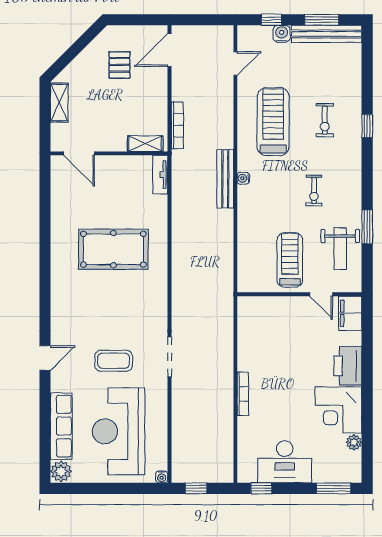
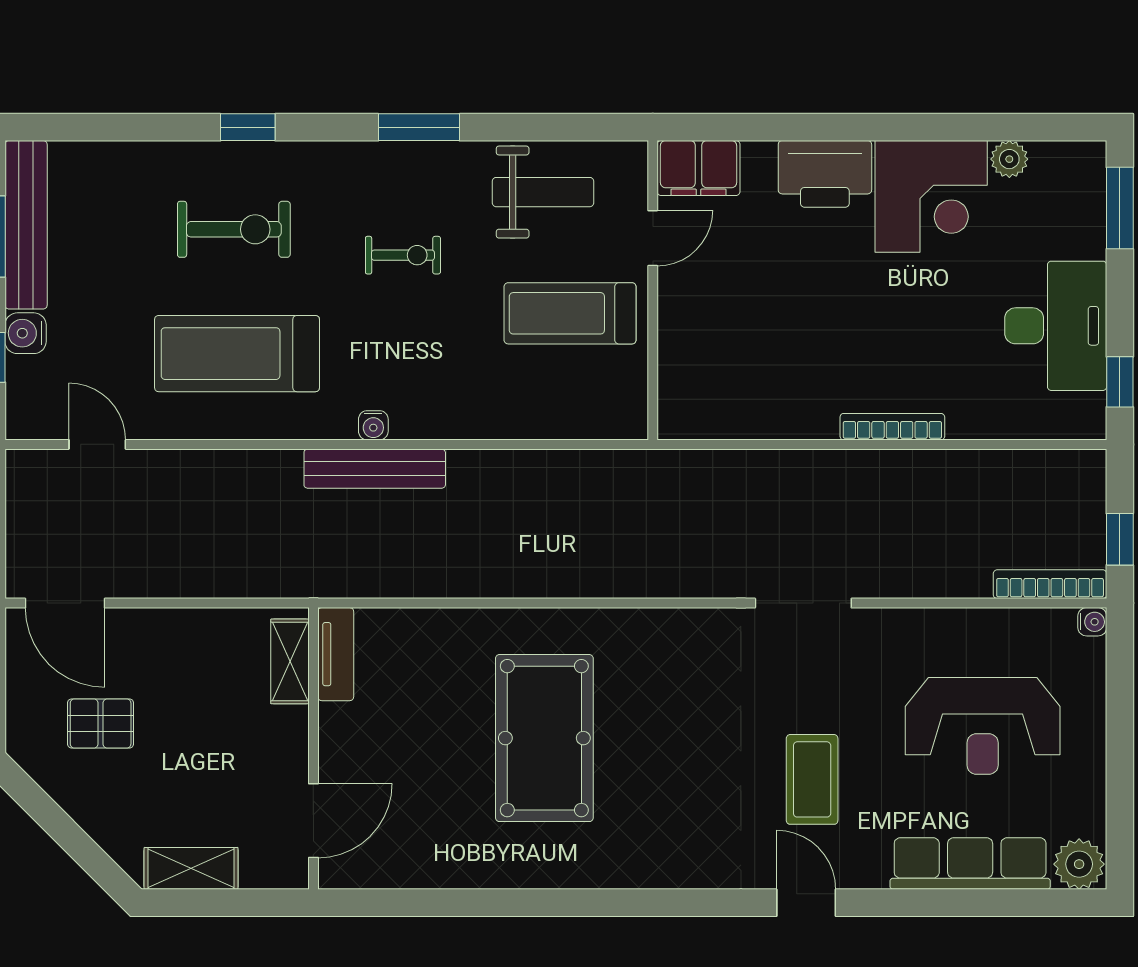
exercise bike: (325, 120) -> (234, 229), width x1.38, depth x1.39
bookcase: (177, 125) -> (1050, 584), moved
tv unit: (160, 175) -> (336, 654), moved, turned -90
window: (367, 227) -> (419, 127), moved
coffee table: (114, 361) -> (812, 779), moved
reception desk: (118, 431) -> (983, 726), width x0.74, depth x0.77

